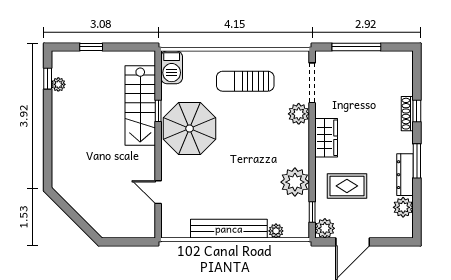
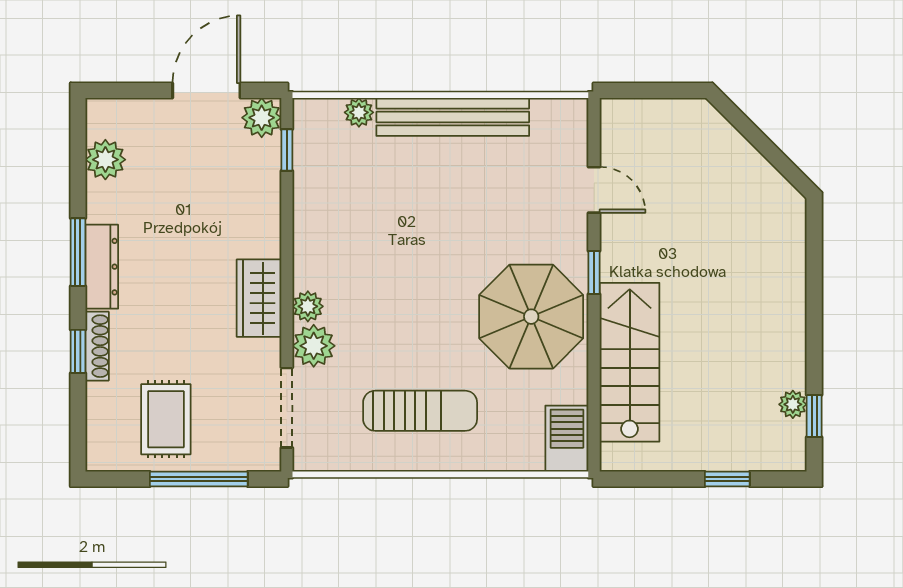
window: (158, 111) -> (594, 272), moved
dresser: (405, 175) -> (102, 267), moved
plant: (295, 182) -> (308, 306), moved, width x0.53, depth x0.53
rug: (347, 186) -> (166, 419), moved, turned 90

